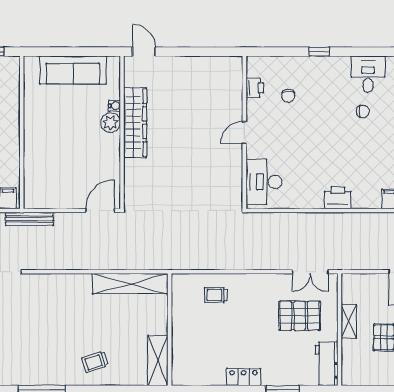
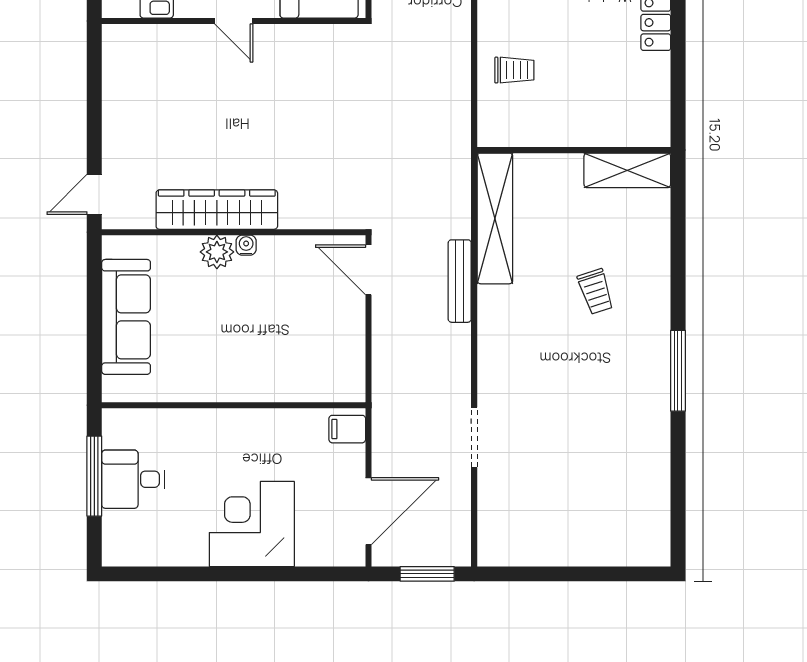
water cooler: (115, 106) -> (246, 245), moved
bench: (29, 219) -> (460, 281), moved
trolley: (216, 295) -> (514, 70), turned -90
trolley: (95, 362) -> (596, 291), moved

